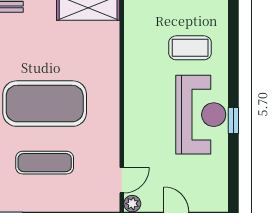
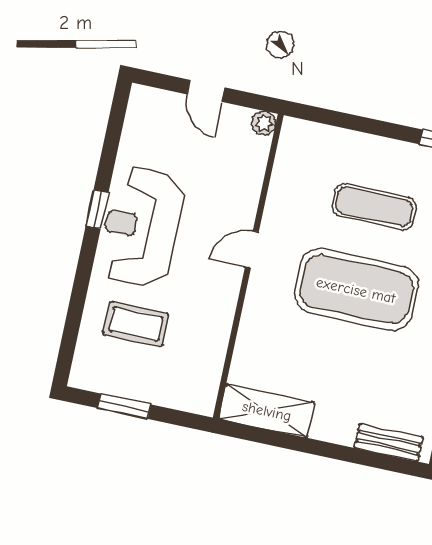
door: (122, 180) -> (252, 249), moved

